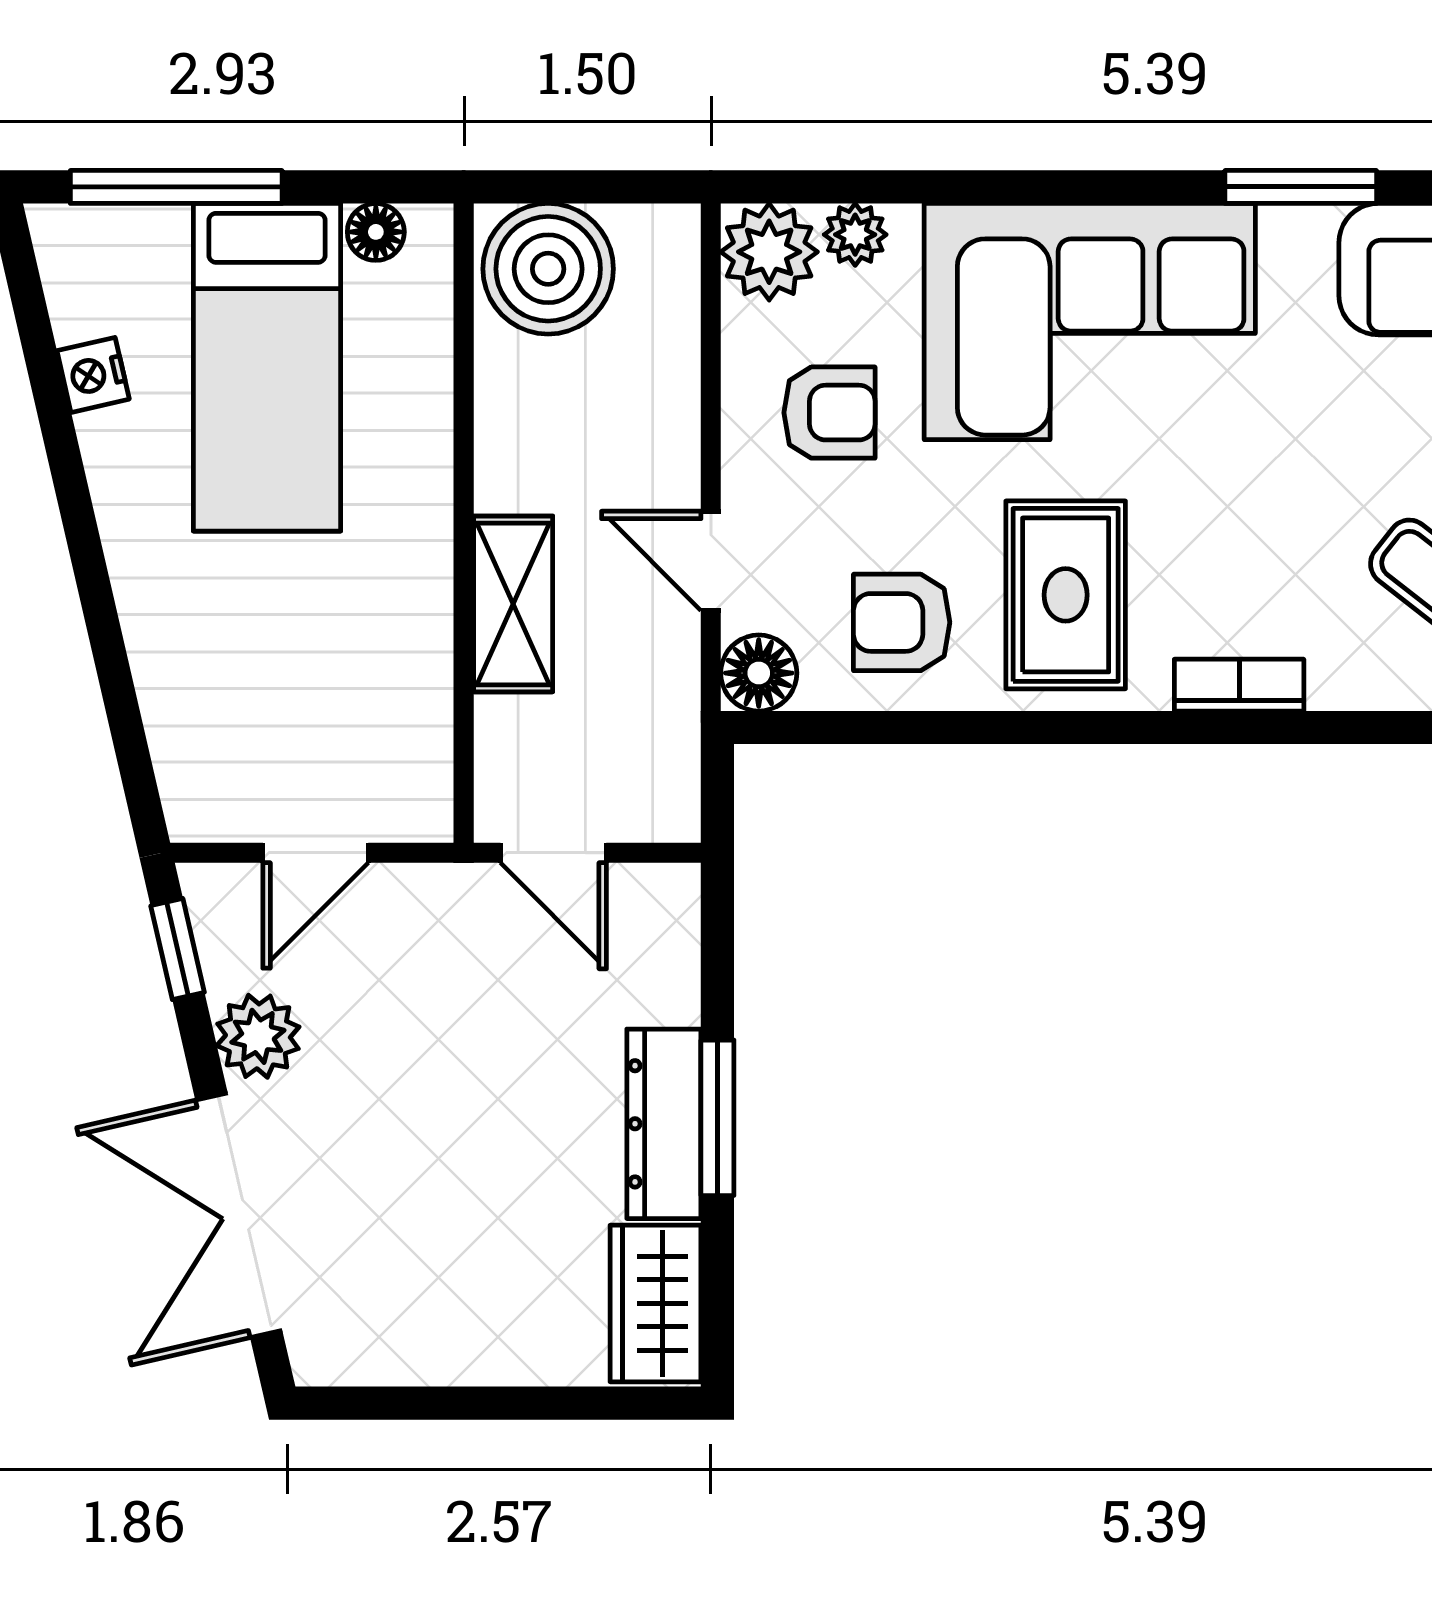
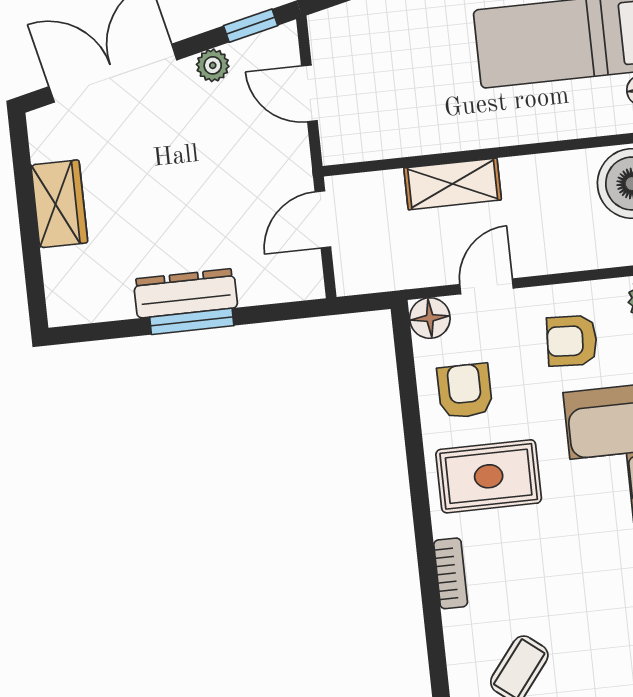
armchair: (829, 413) -> (572, 341), turned 93
plant: (258, 1036) -> (213, 65), width x0.73, depth x0.73
wardrobe: (656, 1303) -> (59, 204), moved, turned 90

